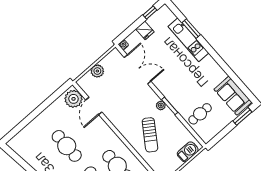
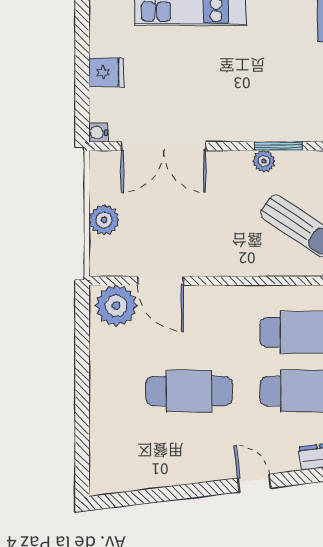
window: (150, 12) -> (82, 36), removed
double door: (138, 69) -> (164, 146), swing flipped

